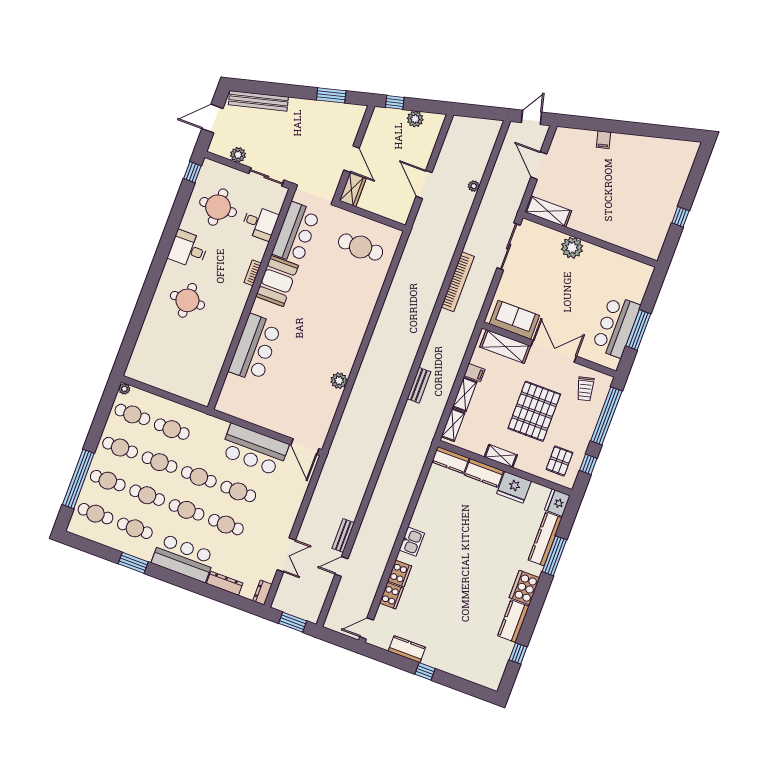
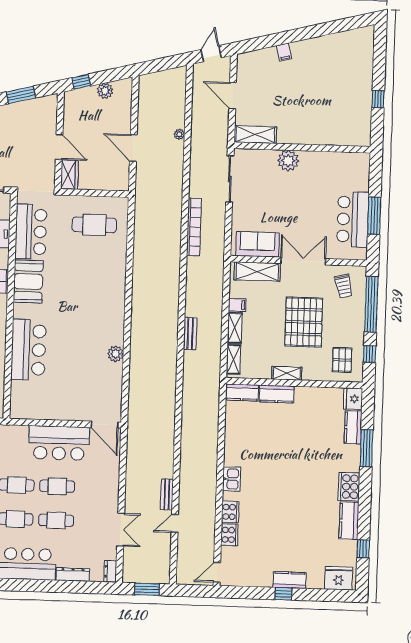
fridge: (514, 487) -> (339, 578), moved, turned 180
kitchen counter: (545, 539) -> (353, 427), width x0.67
kitchen counter: (407, 649) -> (290, 580), moved

